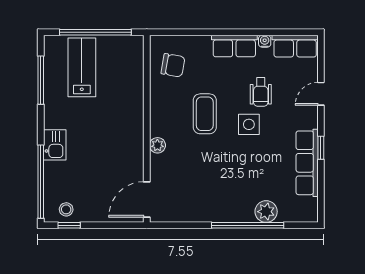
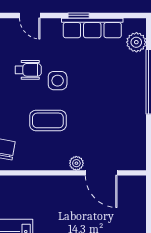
door: (147, 199) -> (101, 173), moved
plant: (266, 212) -> (136, 42), moved

